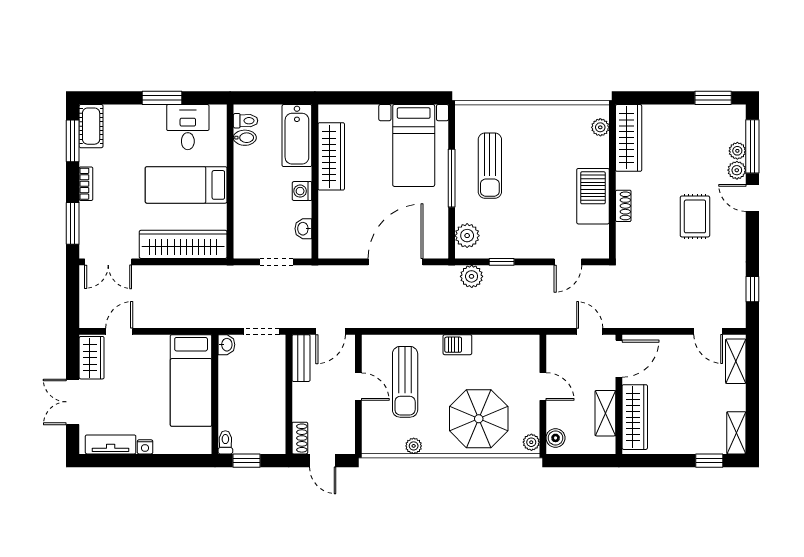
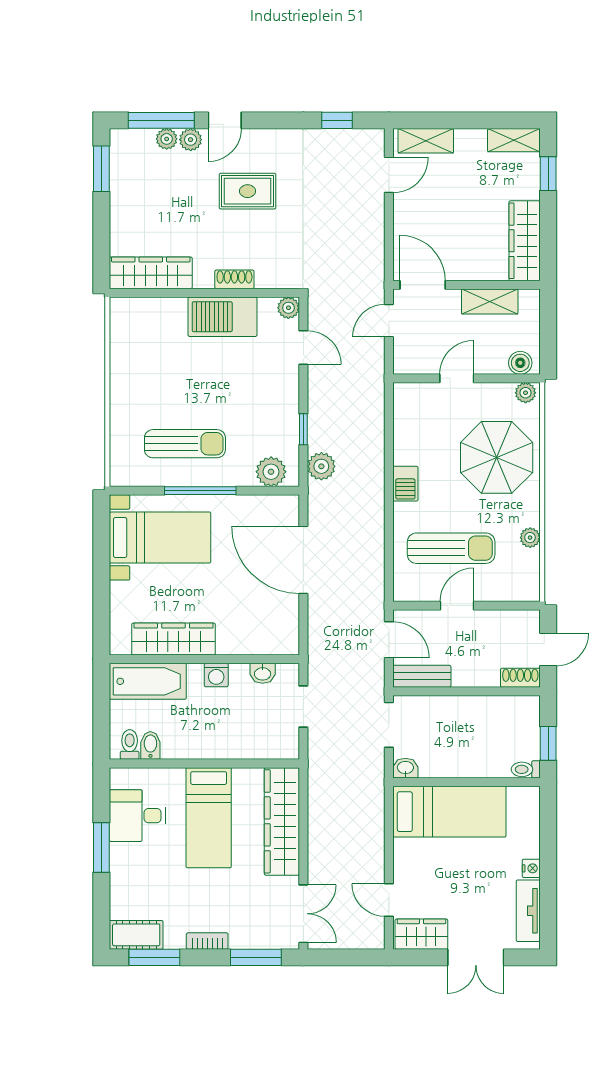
plant: (600, 127) -> (288, 308), moved
wardrobe: (635, 417) -> (525, 241), moved, turned -90

